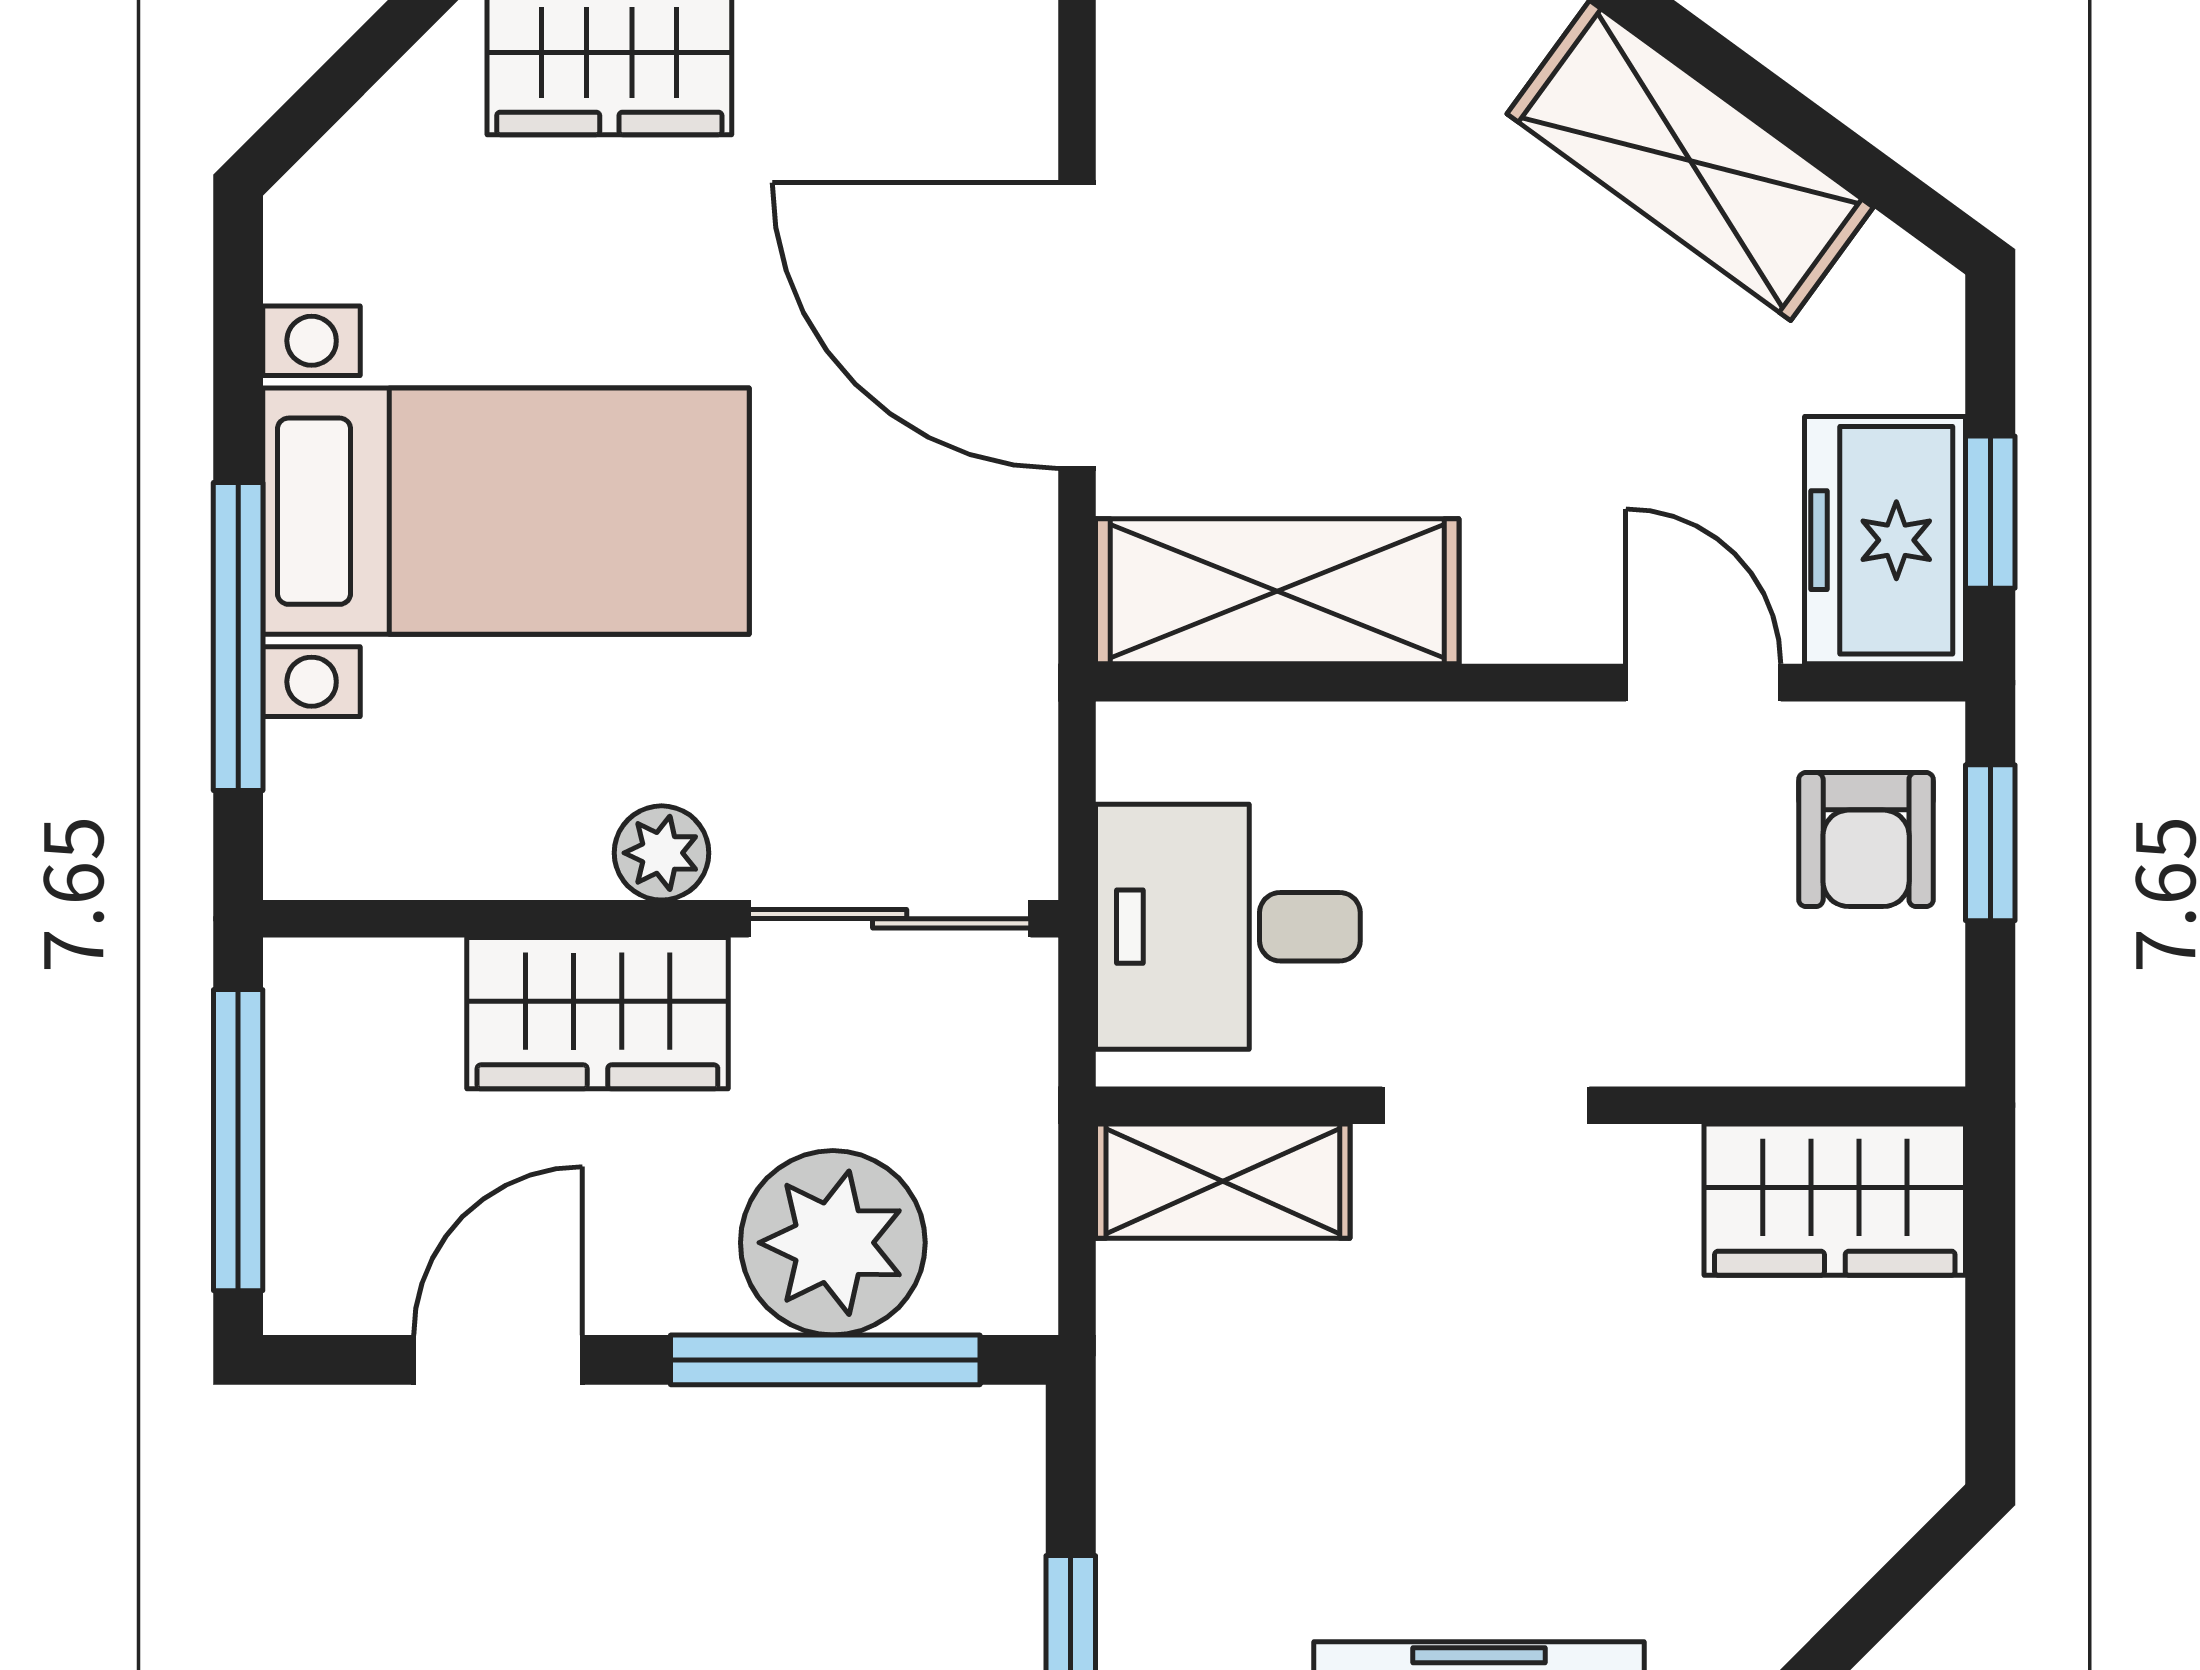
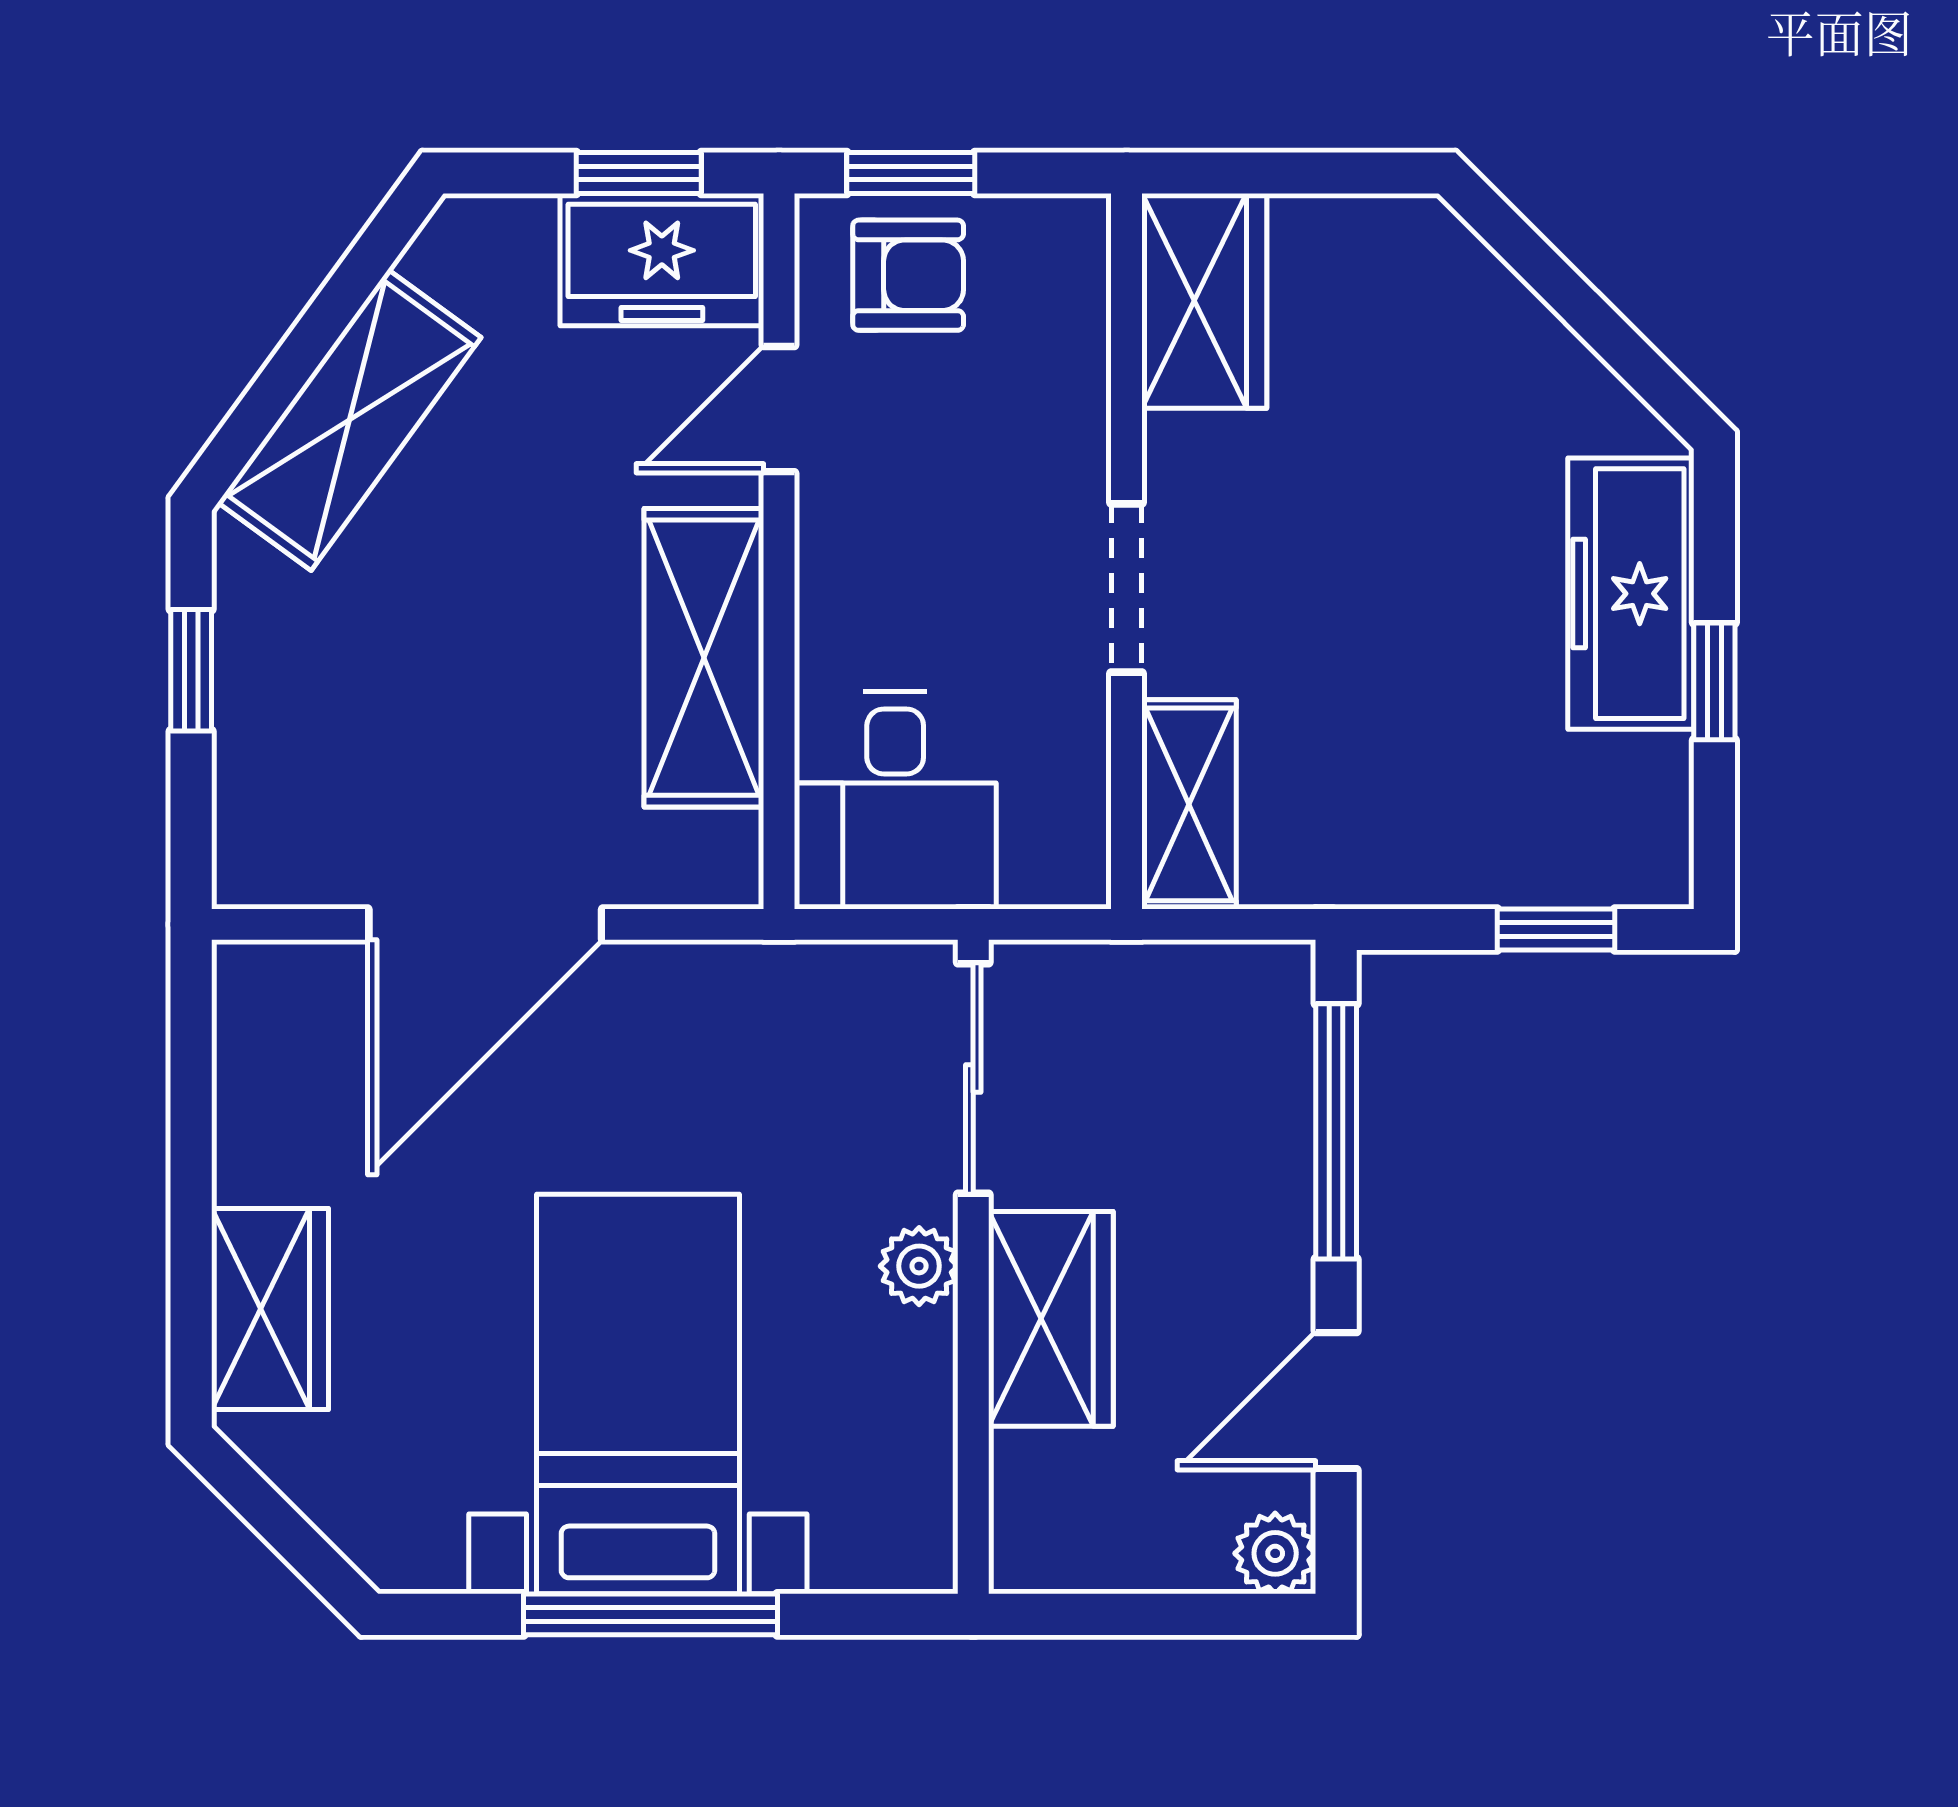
shelving: (1277, 591) -> (704, 658), moved
window: (238, 637) -> (651, 1614), moved
desk: (1228, 927) -> (895, 800), moved
window: (238, 1140) -> (1155, 1614), removed
plant: (833, 1243) -> (1275, 1553), moved, width x0.53, depth x0.53
door: (498, 1360) -> (1336, 1401), hinge flipped

